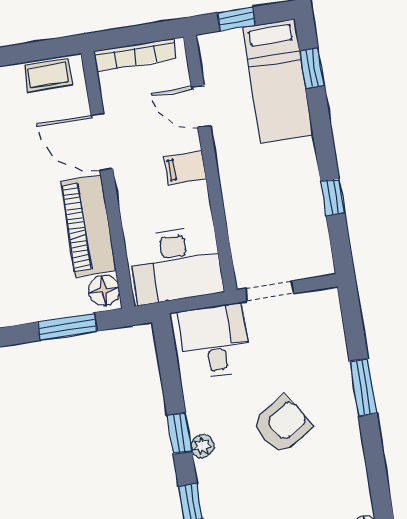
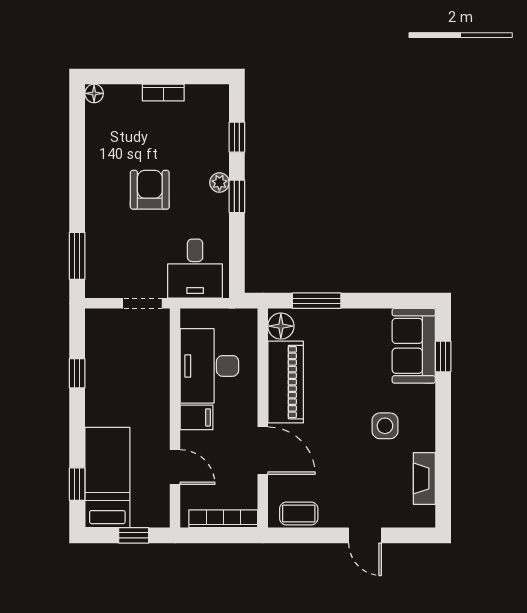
desk: (176, 265) -> (209, 366), moved, turned -90
window: (363, 387) -> (77, 256), moved
armchair: (282, 425) -> (150, 190), turned 123

